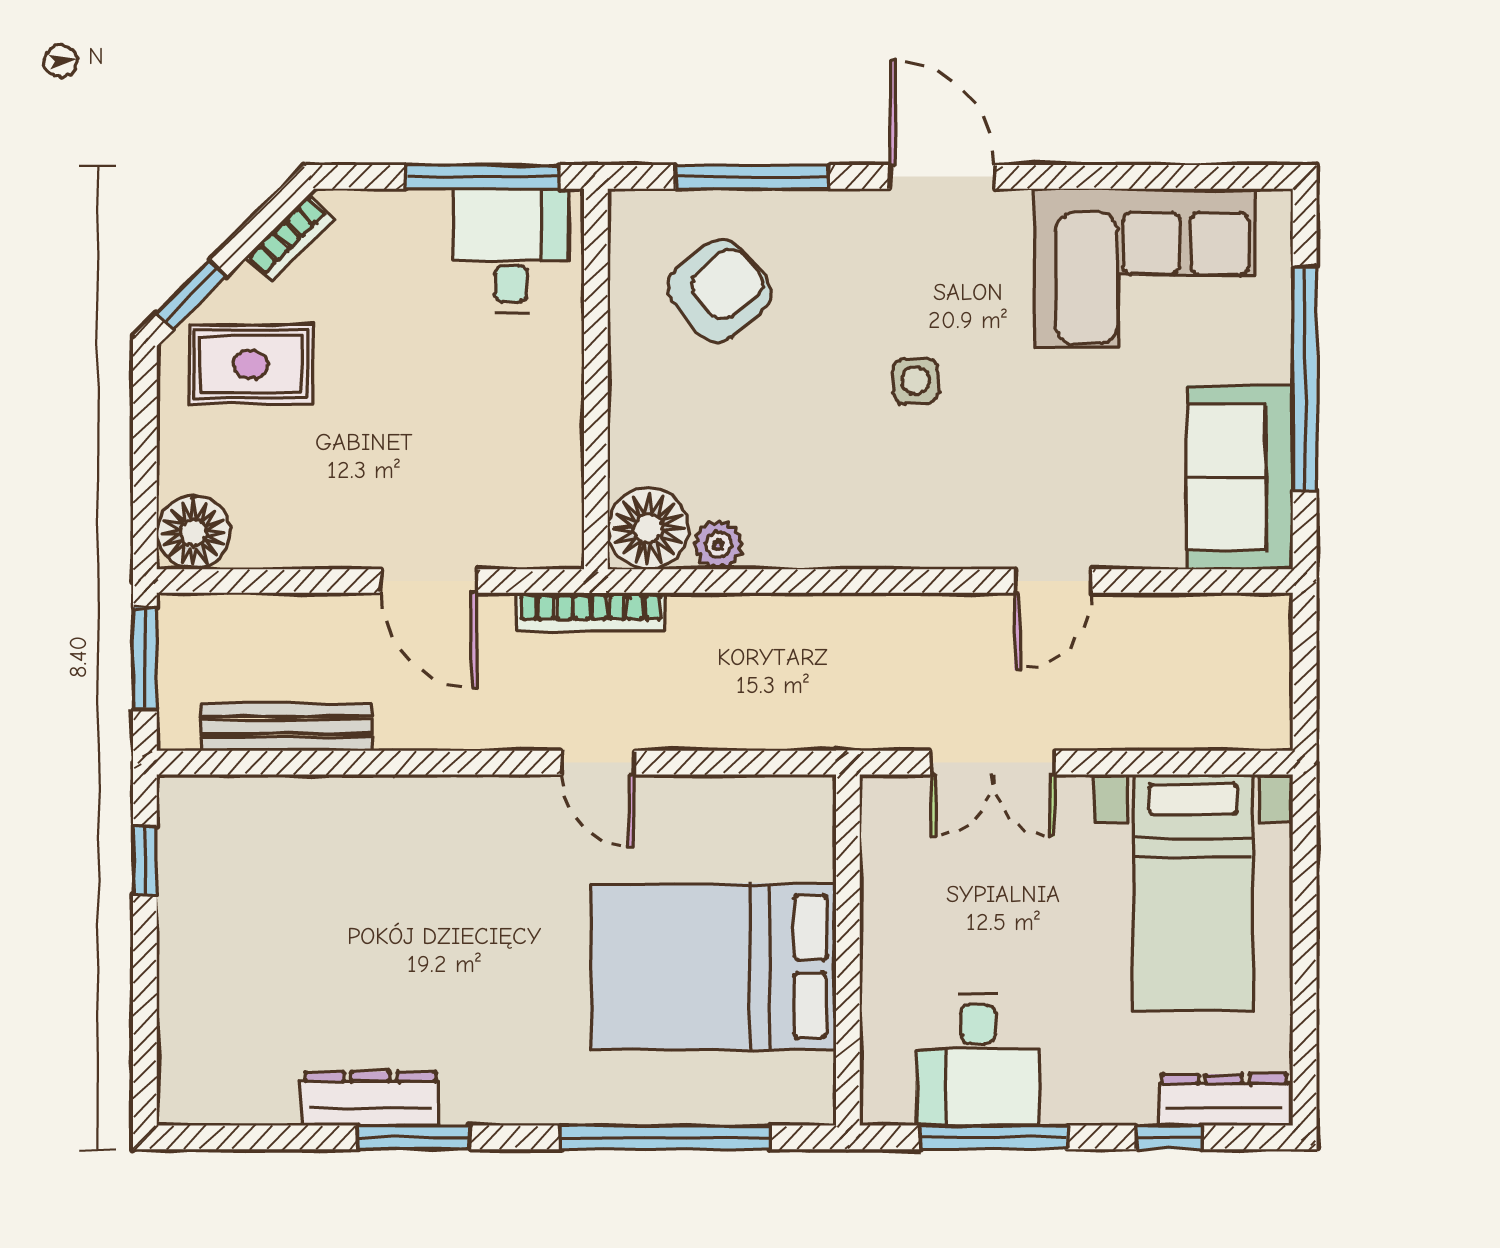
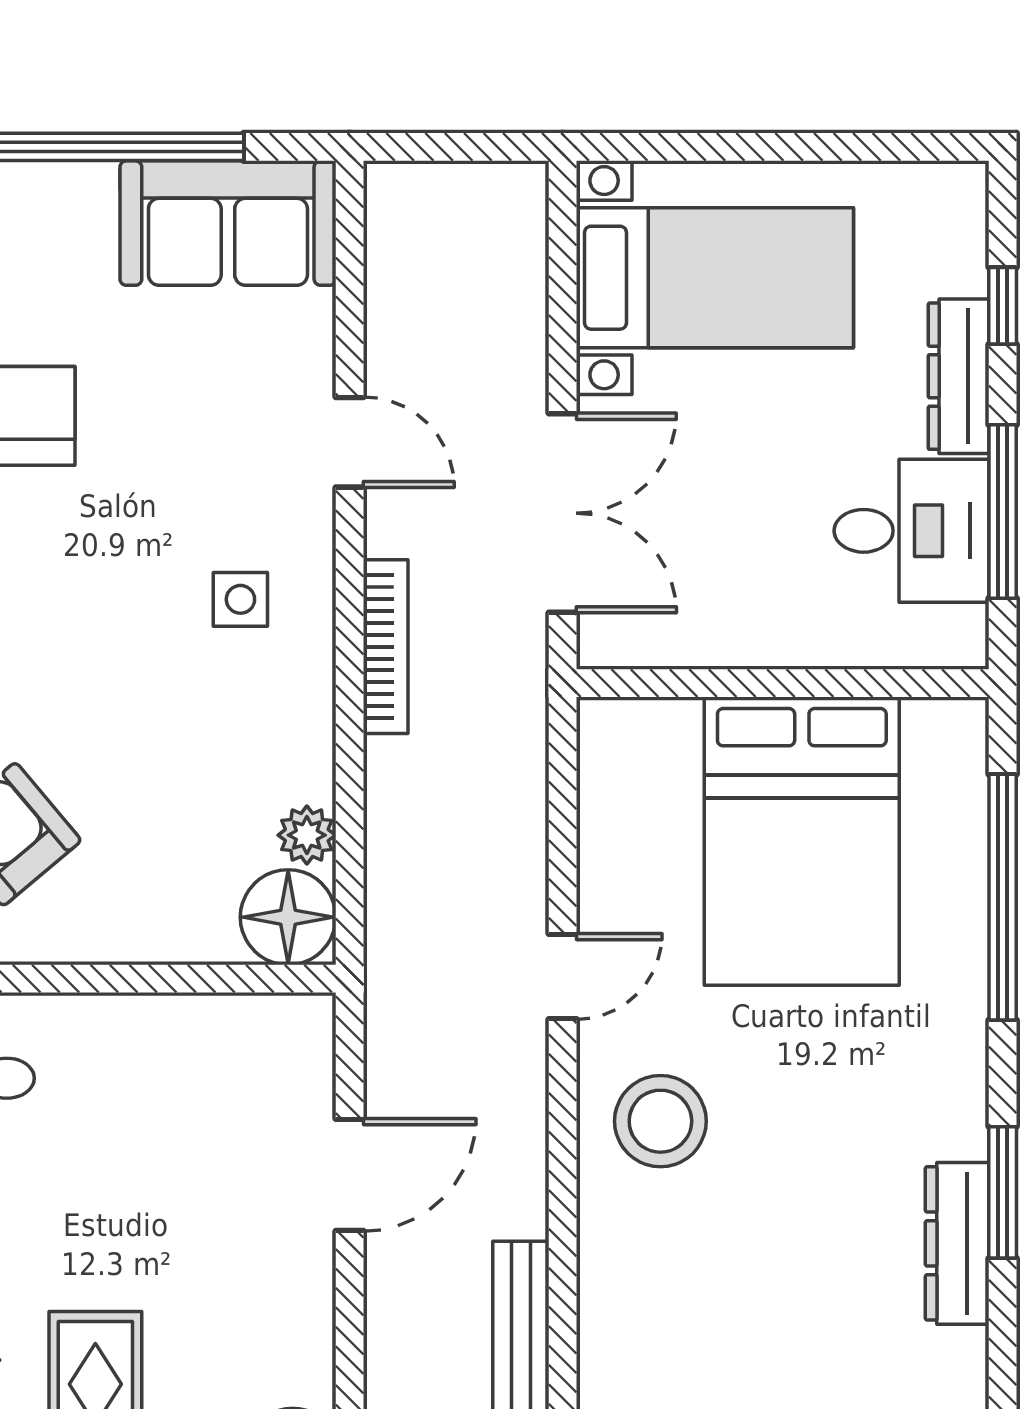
side table: (916, 381) -> (240, 599), moved
bookcase: (591, 612) -> (386, 647), moved
double door: (993, 763) -> (563, 513), width x1.37
stool: (475, 846) -> (660, 1121), added
dresser: (1224, 1100) -> (959, 376), moved

